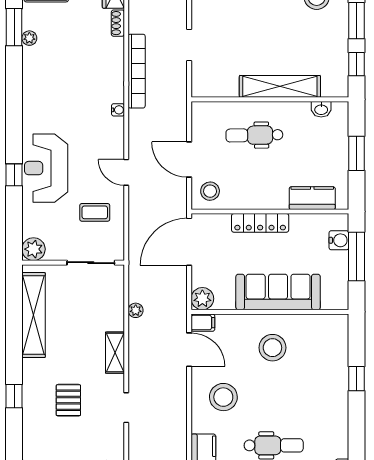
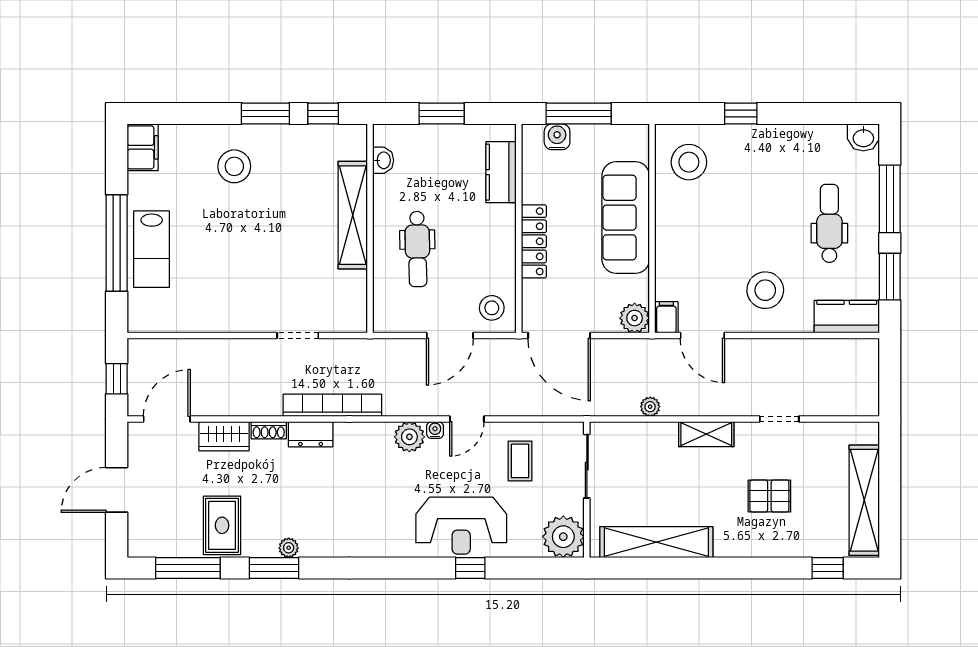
dresser: (115, 55) -> (311, 434), added
water cooler: (118, 110) -> (435, 430), moved
plant: (113, 129) -> (409, 437), added
plant: (34, 249) -> (563, 537), width x1.36, depth x1.36
stool: (272, 348) -> (689, 162), moved
door: (189, 350) -> (702, 336), swing flipped
window: (14, 396) -> (828, 568), moved

